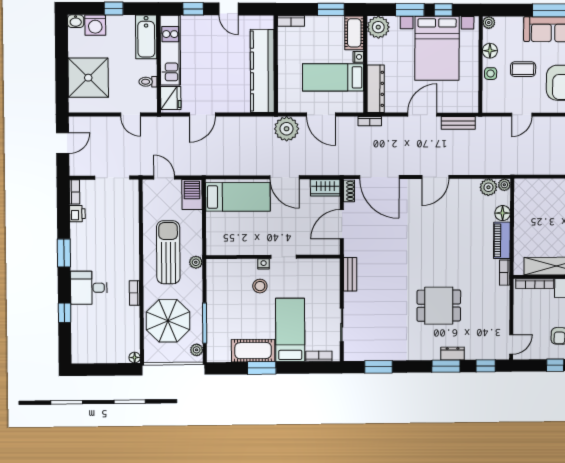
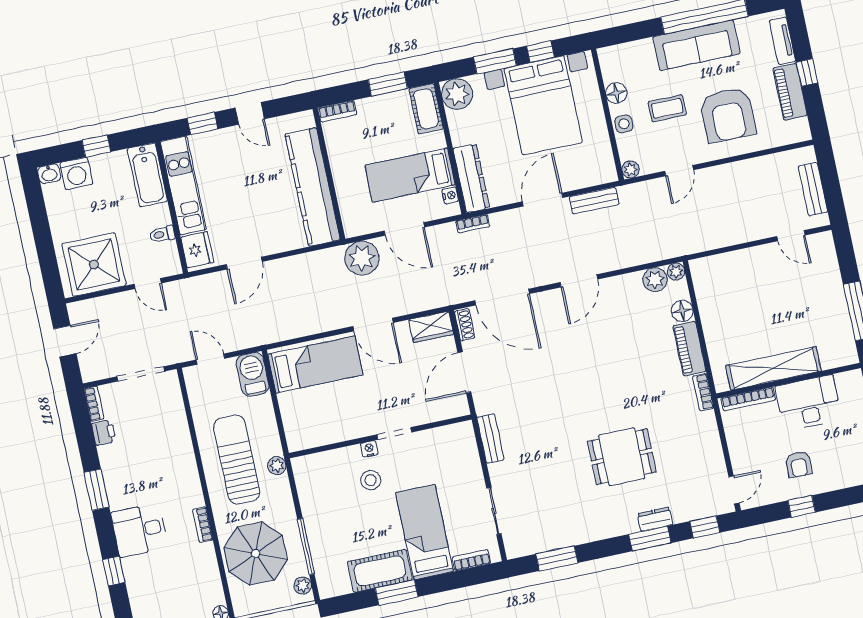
plant: (489, 23) -> (631, 169), moved
nightstand: (358, 57) -> (450, 195), moved
shower: (88, 78) -> (94, 265), moved

